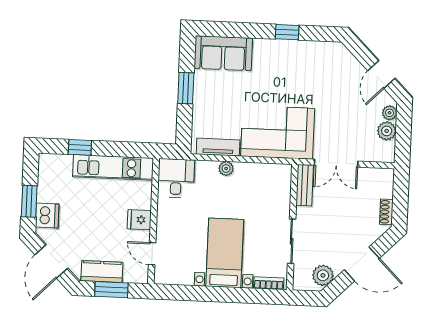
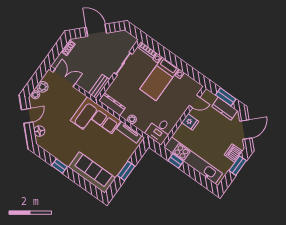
sofa: (223, 53) -> (92, 173), width x1.36
floor lamp: (349, 64) -> (39, 131), added
window: (80, 147) -> (176, 161), moved
double door: (336, 163) -> (64, 78), moved
kitchen unit: (113, 167) -> (193, 160), width x1.36
dresser: (269, 172) -> (112, 104), added
door: (152, 254) -> (195, 101), hinge flipped
plant: (323, 275) -> (119, 37), removed

